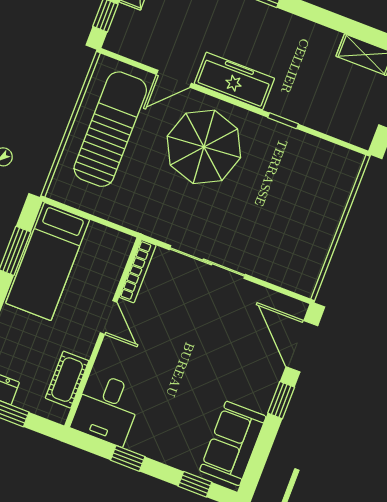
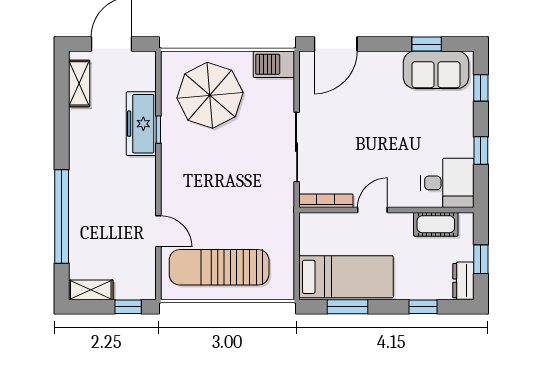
freezer: (234, 81) -> (141, 124), moved
parasol: (204, 147) -> (210, 95), moved
barbecue: (306, 272) -> (274, 64), added
window: (281, 400) -> (427, 44), moved

